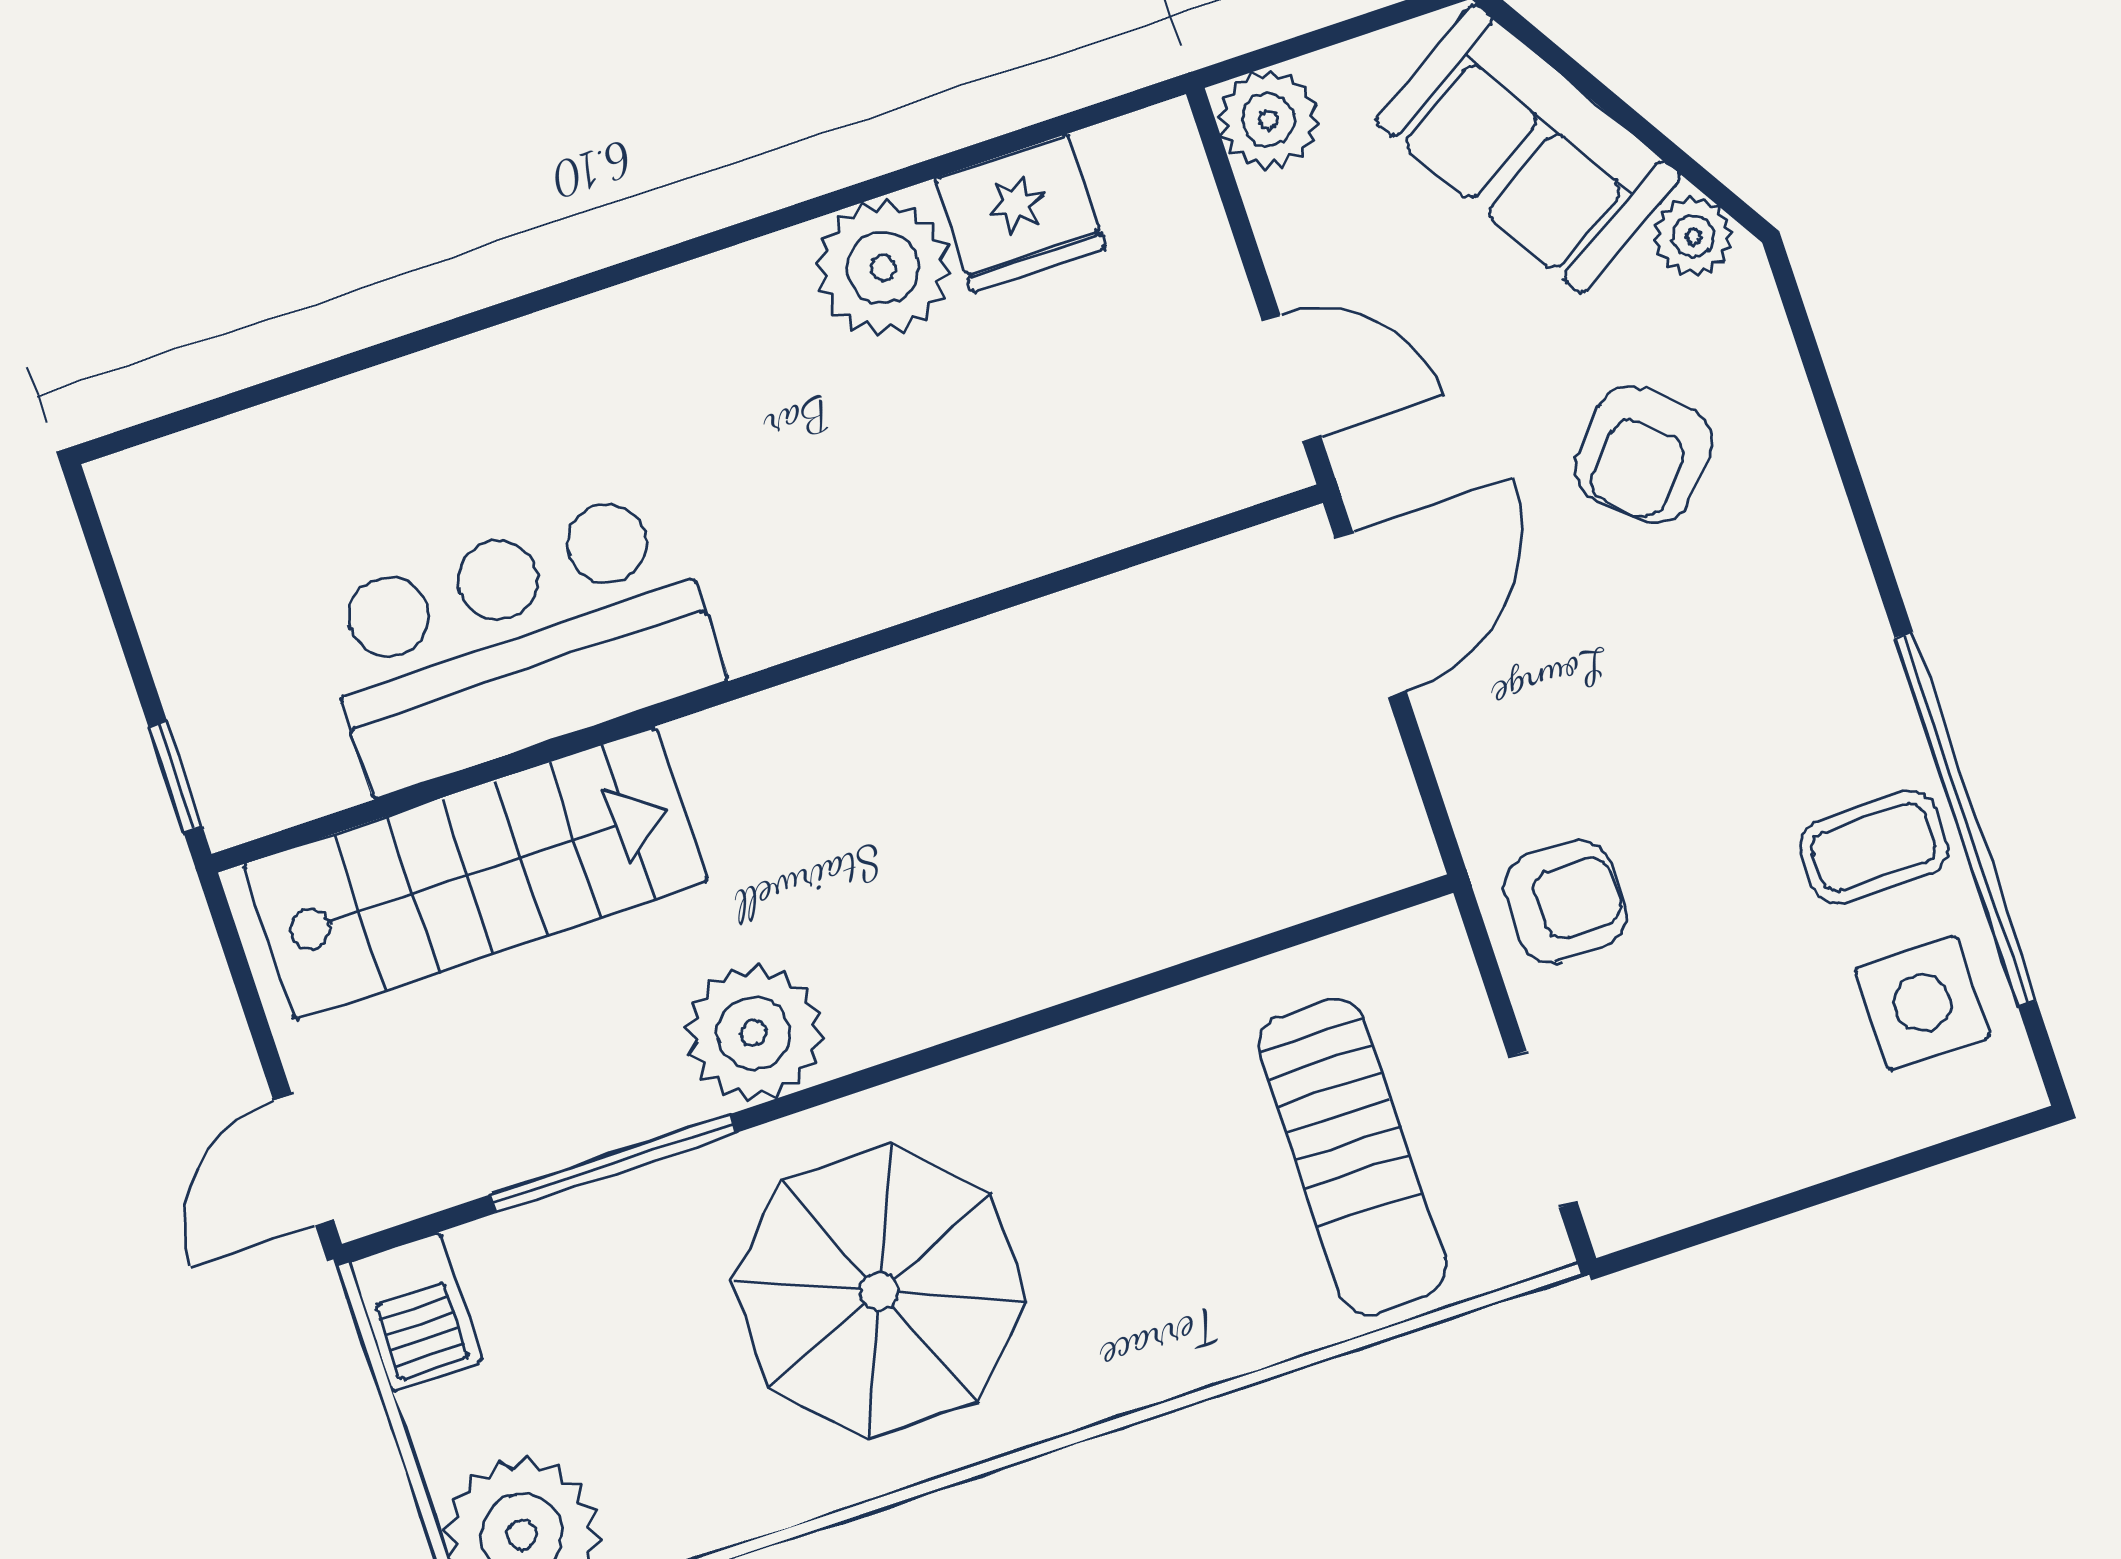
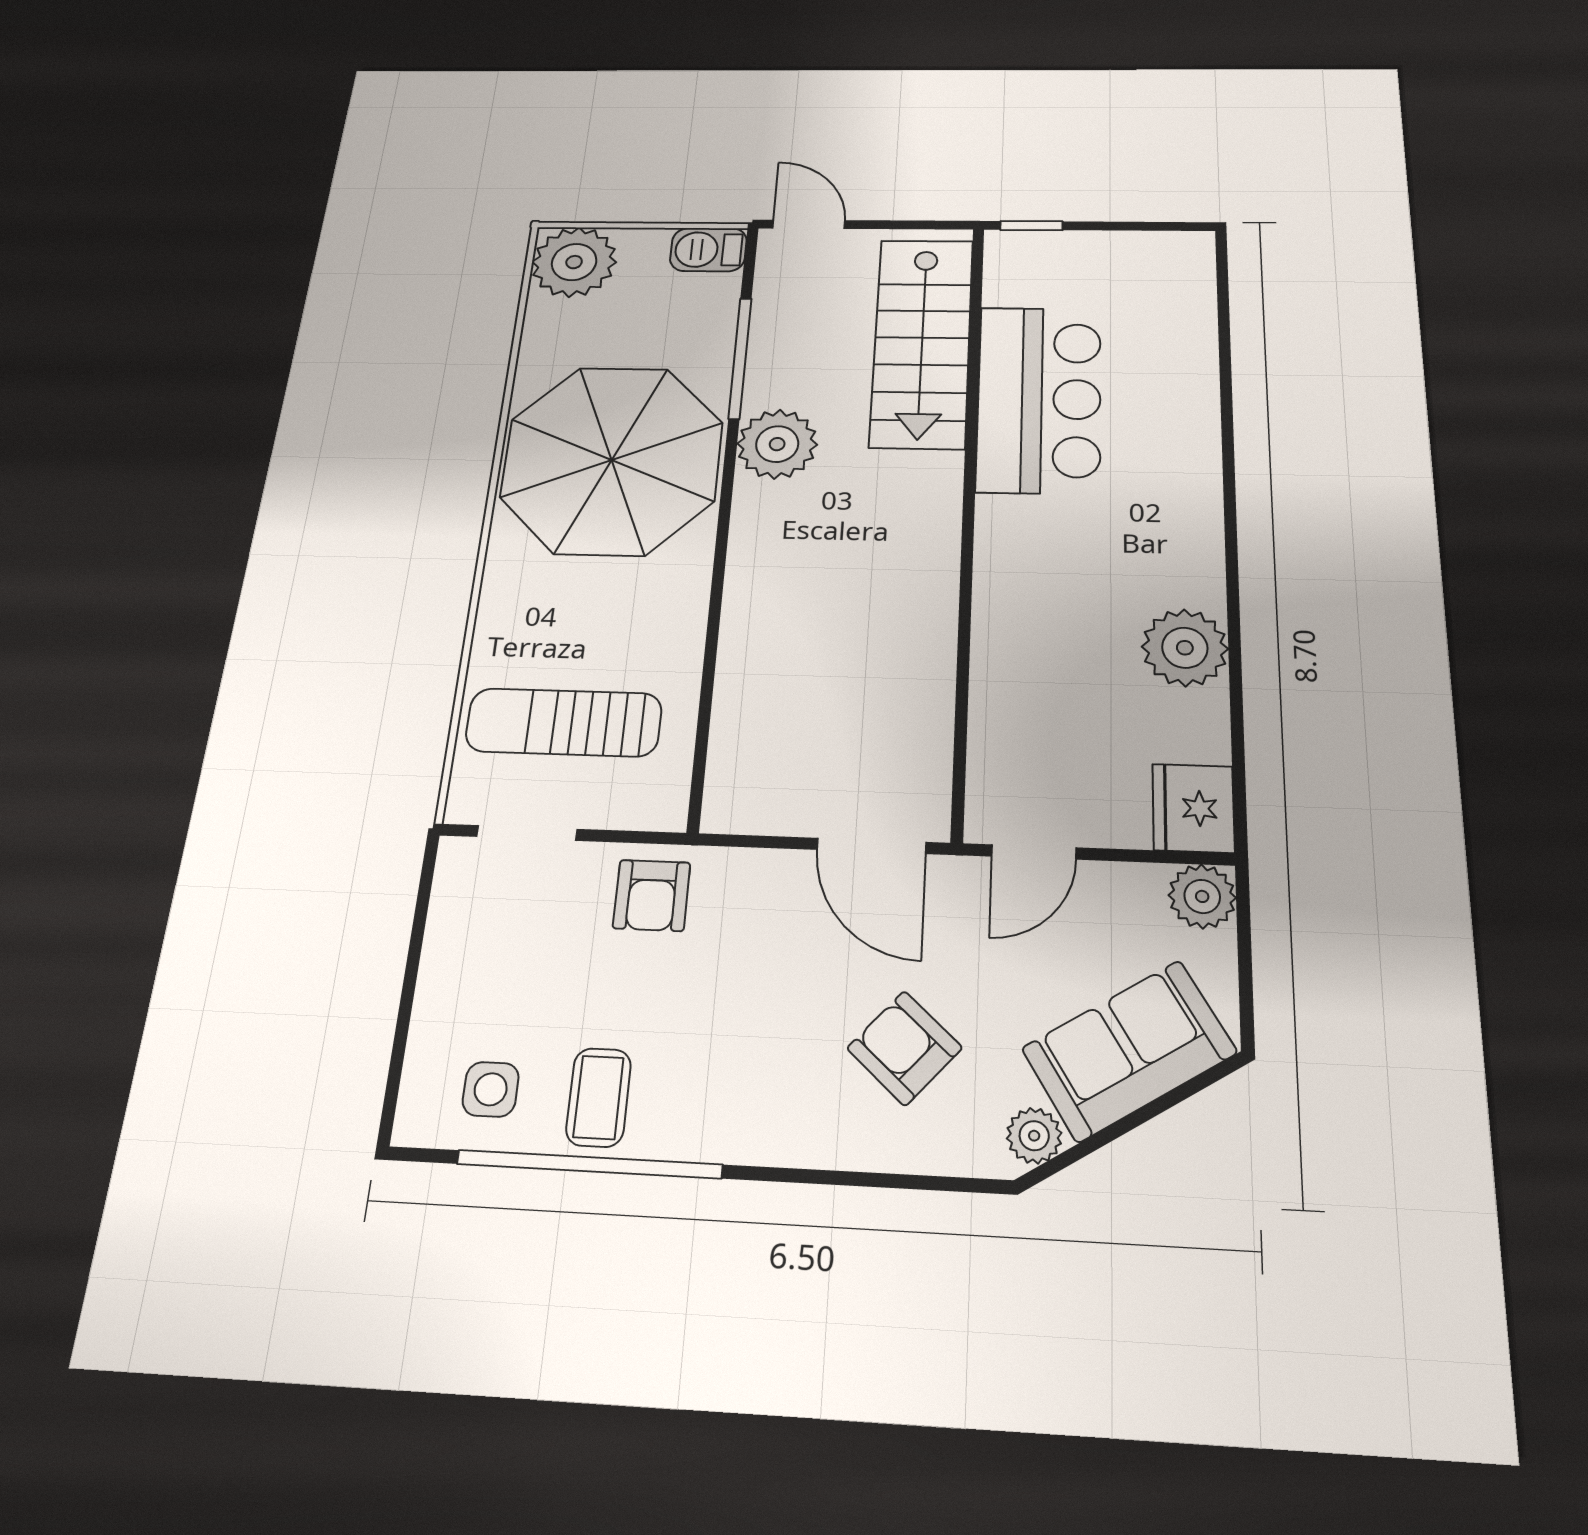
fridge: (1020, 214) -> (1193, 808), moved
side table: (1922, 1003) -> (491, 1089), width x0.73, depth x0.73
parasol: (879, 1291) -> (612, 460), width x1.36, depth x1.36

